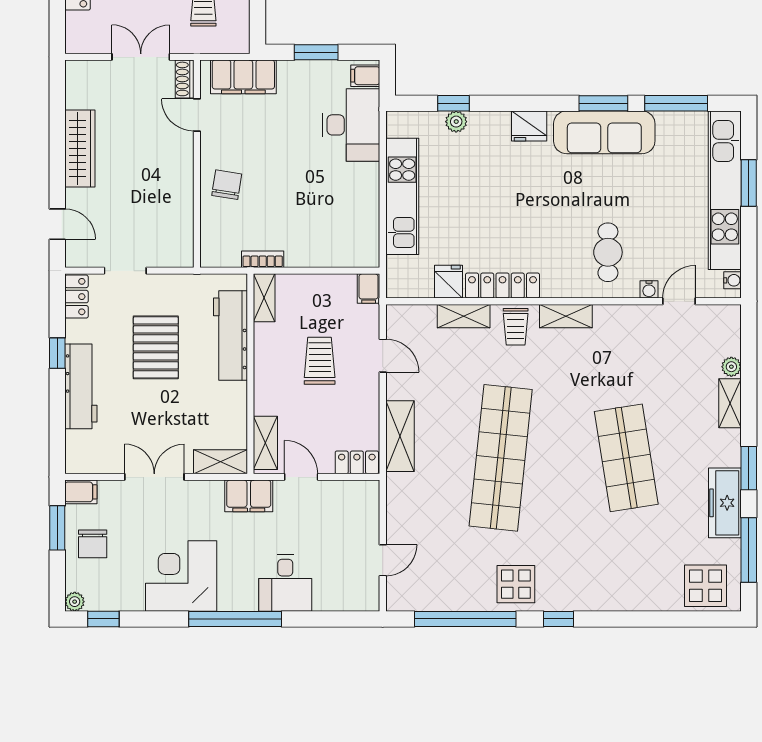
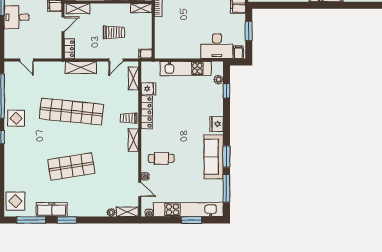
plant: (456, 122) -> (218, 80), moved
shelving: (464, 316) -> (133, 78), moved
shelving: (730, 403) -> (127, 212), moved

